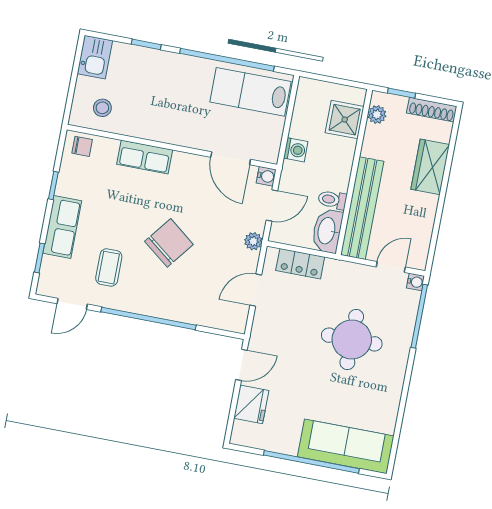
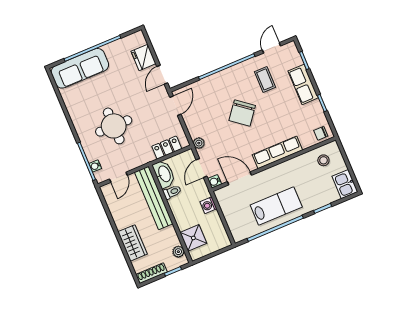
lab bench: (250, 92) -> (276, 206), moved
row of seats: (145, 157) -> (277, 152), width x1.48
water cooler: (416, 282) -> (95, 166), moved
door: (256, 290) -> (175, 106), moved

